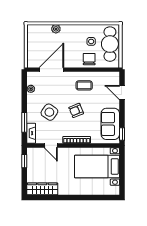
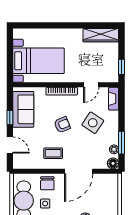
door: (51, 70) -> (79, 171), moved
floor lamp: (32, 77) -> (113, 163), added
window: (24, 122) -> (121, 143), moved
window: (122, 134) -> (10, 118), moved
door: (51, 145) -> (91, 85), swing flipped

